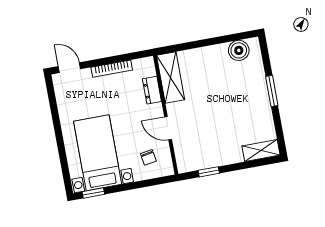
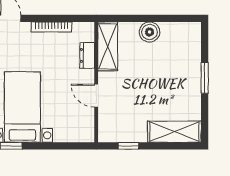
boiler: (239, 50) -> (150, 32), moved
shelving: (261, 151) -> (174, 132), width x1.50, depth x1.33
chair: (148, 157) -> (72, 121), removed

